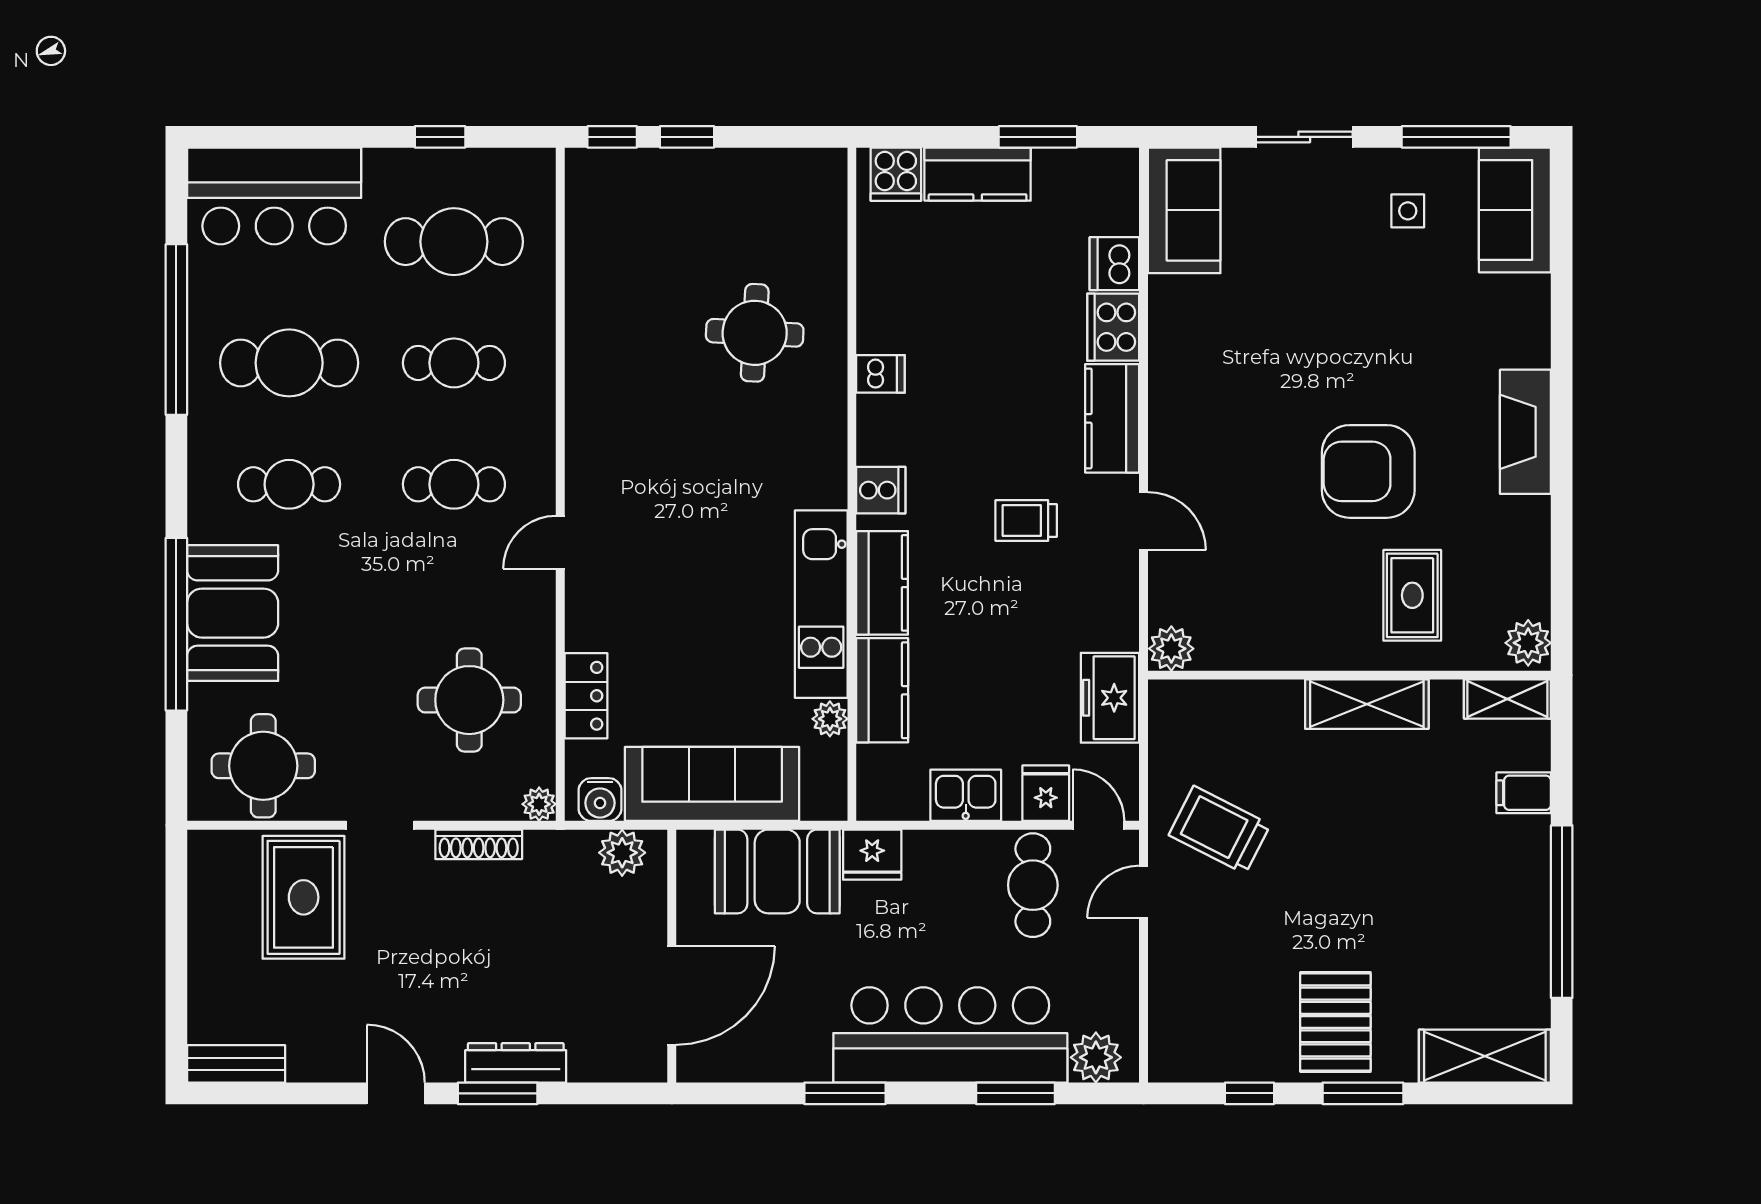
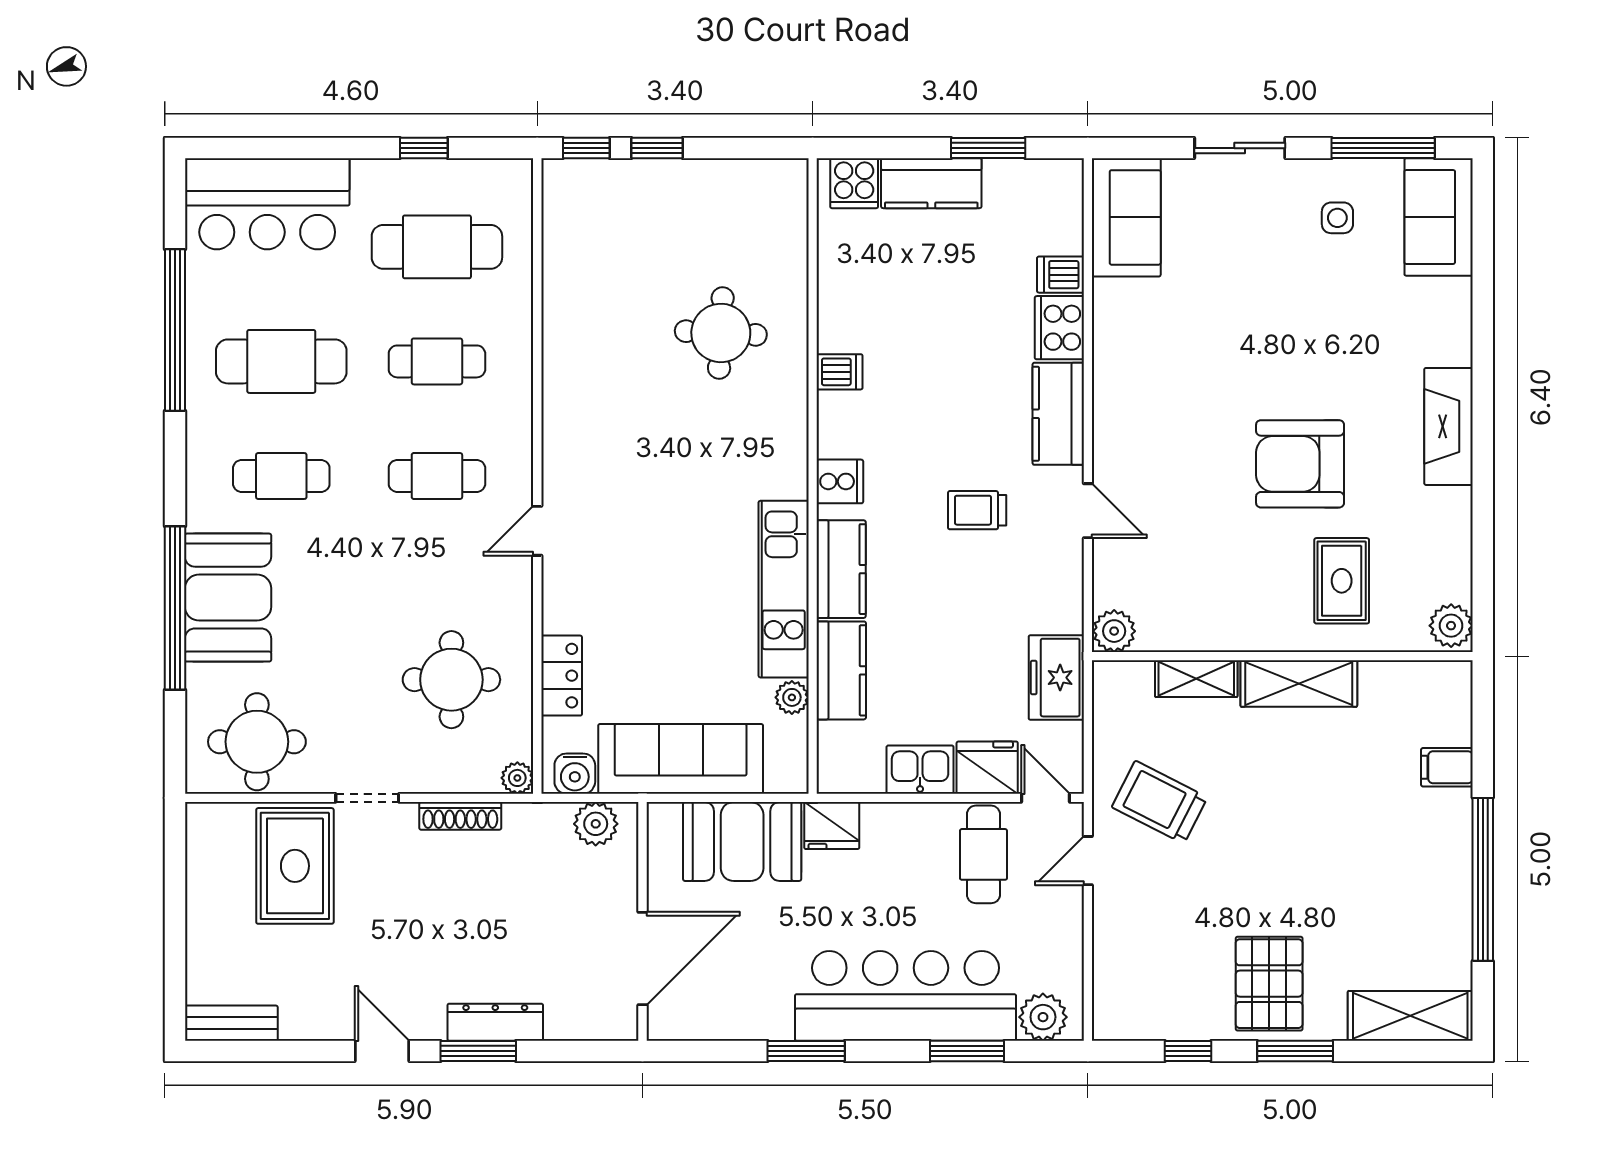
dishwasher: (1114, 264) -> (1060, 275), width x0.73
shelving: (1507, 699) -> (1196, 679), moved
fridge: (1046, 793) -> (987, 768), width x1.38

